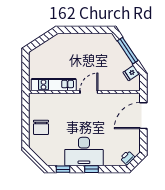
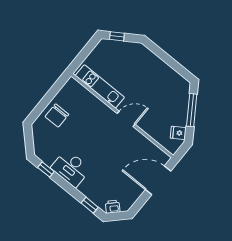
window: (38, 42) -> (117, 36), added
desk: (84, 152) -> (71, 168), width x0.73, depth x0.77
window: (91, 169) -> (90, 205), moved

